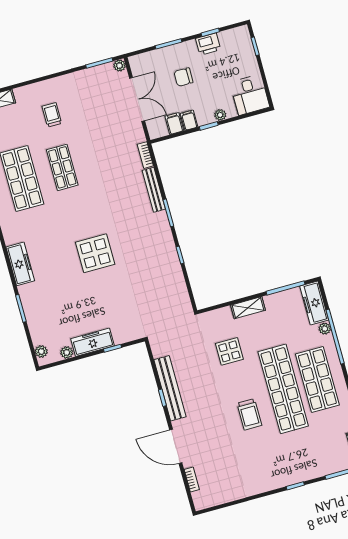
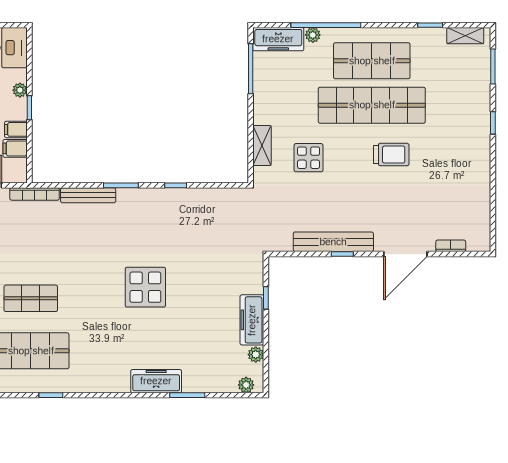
bookcase: (145, 155) -> (35, 194), width x1.56
freezer: (20, 264) -> (156, 381), moved
shelving: (248, 308) -> (262, 146), moved

